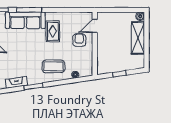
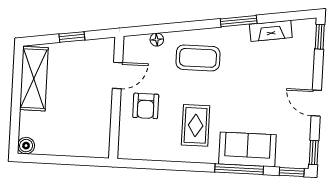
sofa: (25, 20) -> (247, 149), width x0.73
door: (95, 26) -> (117, 75), moved
shelving: (138, 38) -> (34, 79), moved

